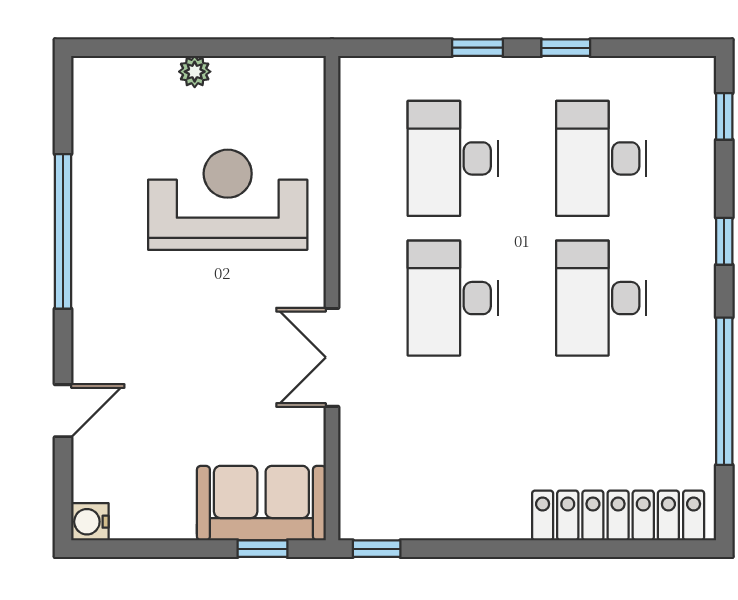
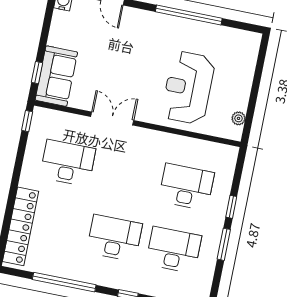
window: (566, 48) -> (224, 244), width x1.50
plant: (195, 72) -> (239, 118), moved
reception desk: (228, 200) -> (188, 88), turned 180
desk: (453, 298) -> (68, 163), moved

